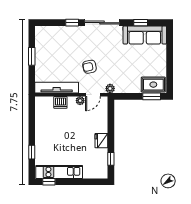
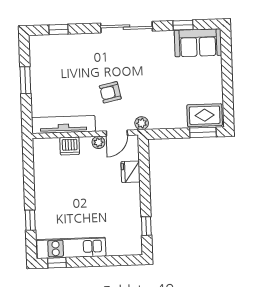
window: (72, 23) -> (59, 29), moved
sofa: (145, 35) -> (198, 43), width x0.73
fridge: (101, 141) -> (131, 172), moved

